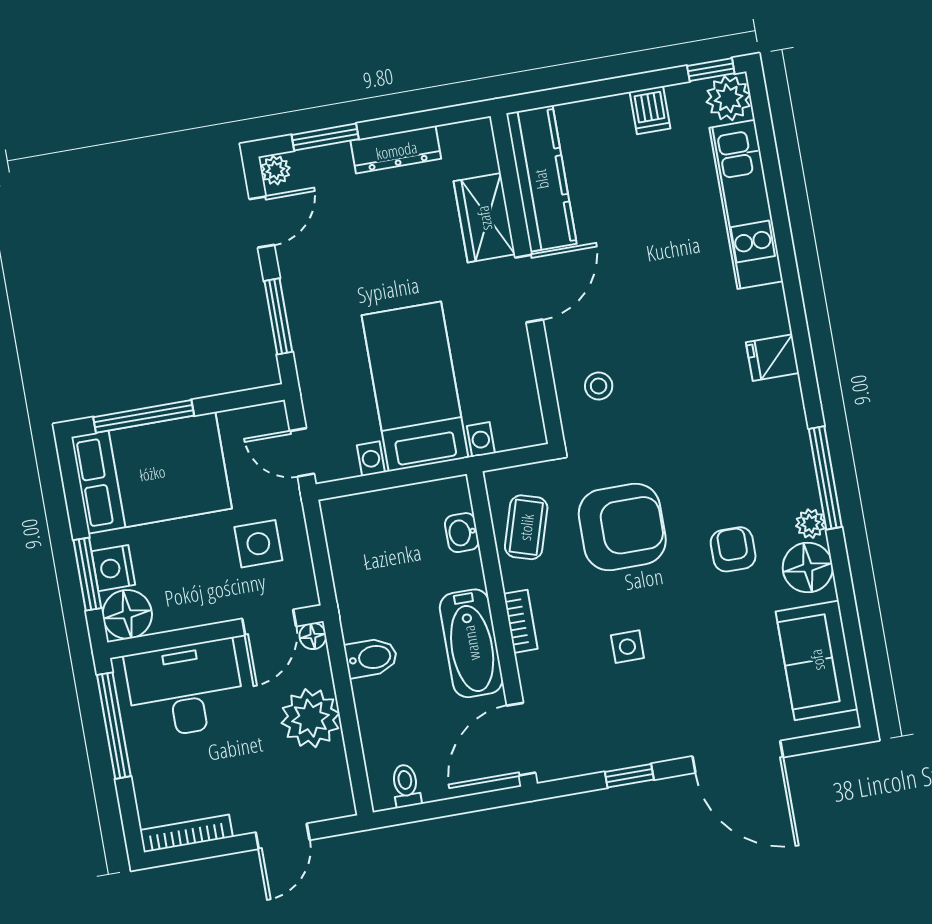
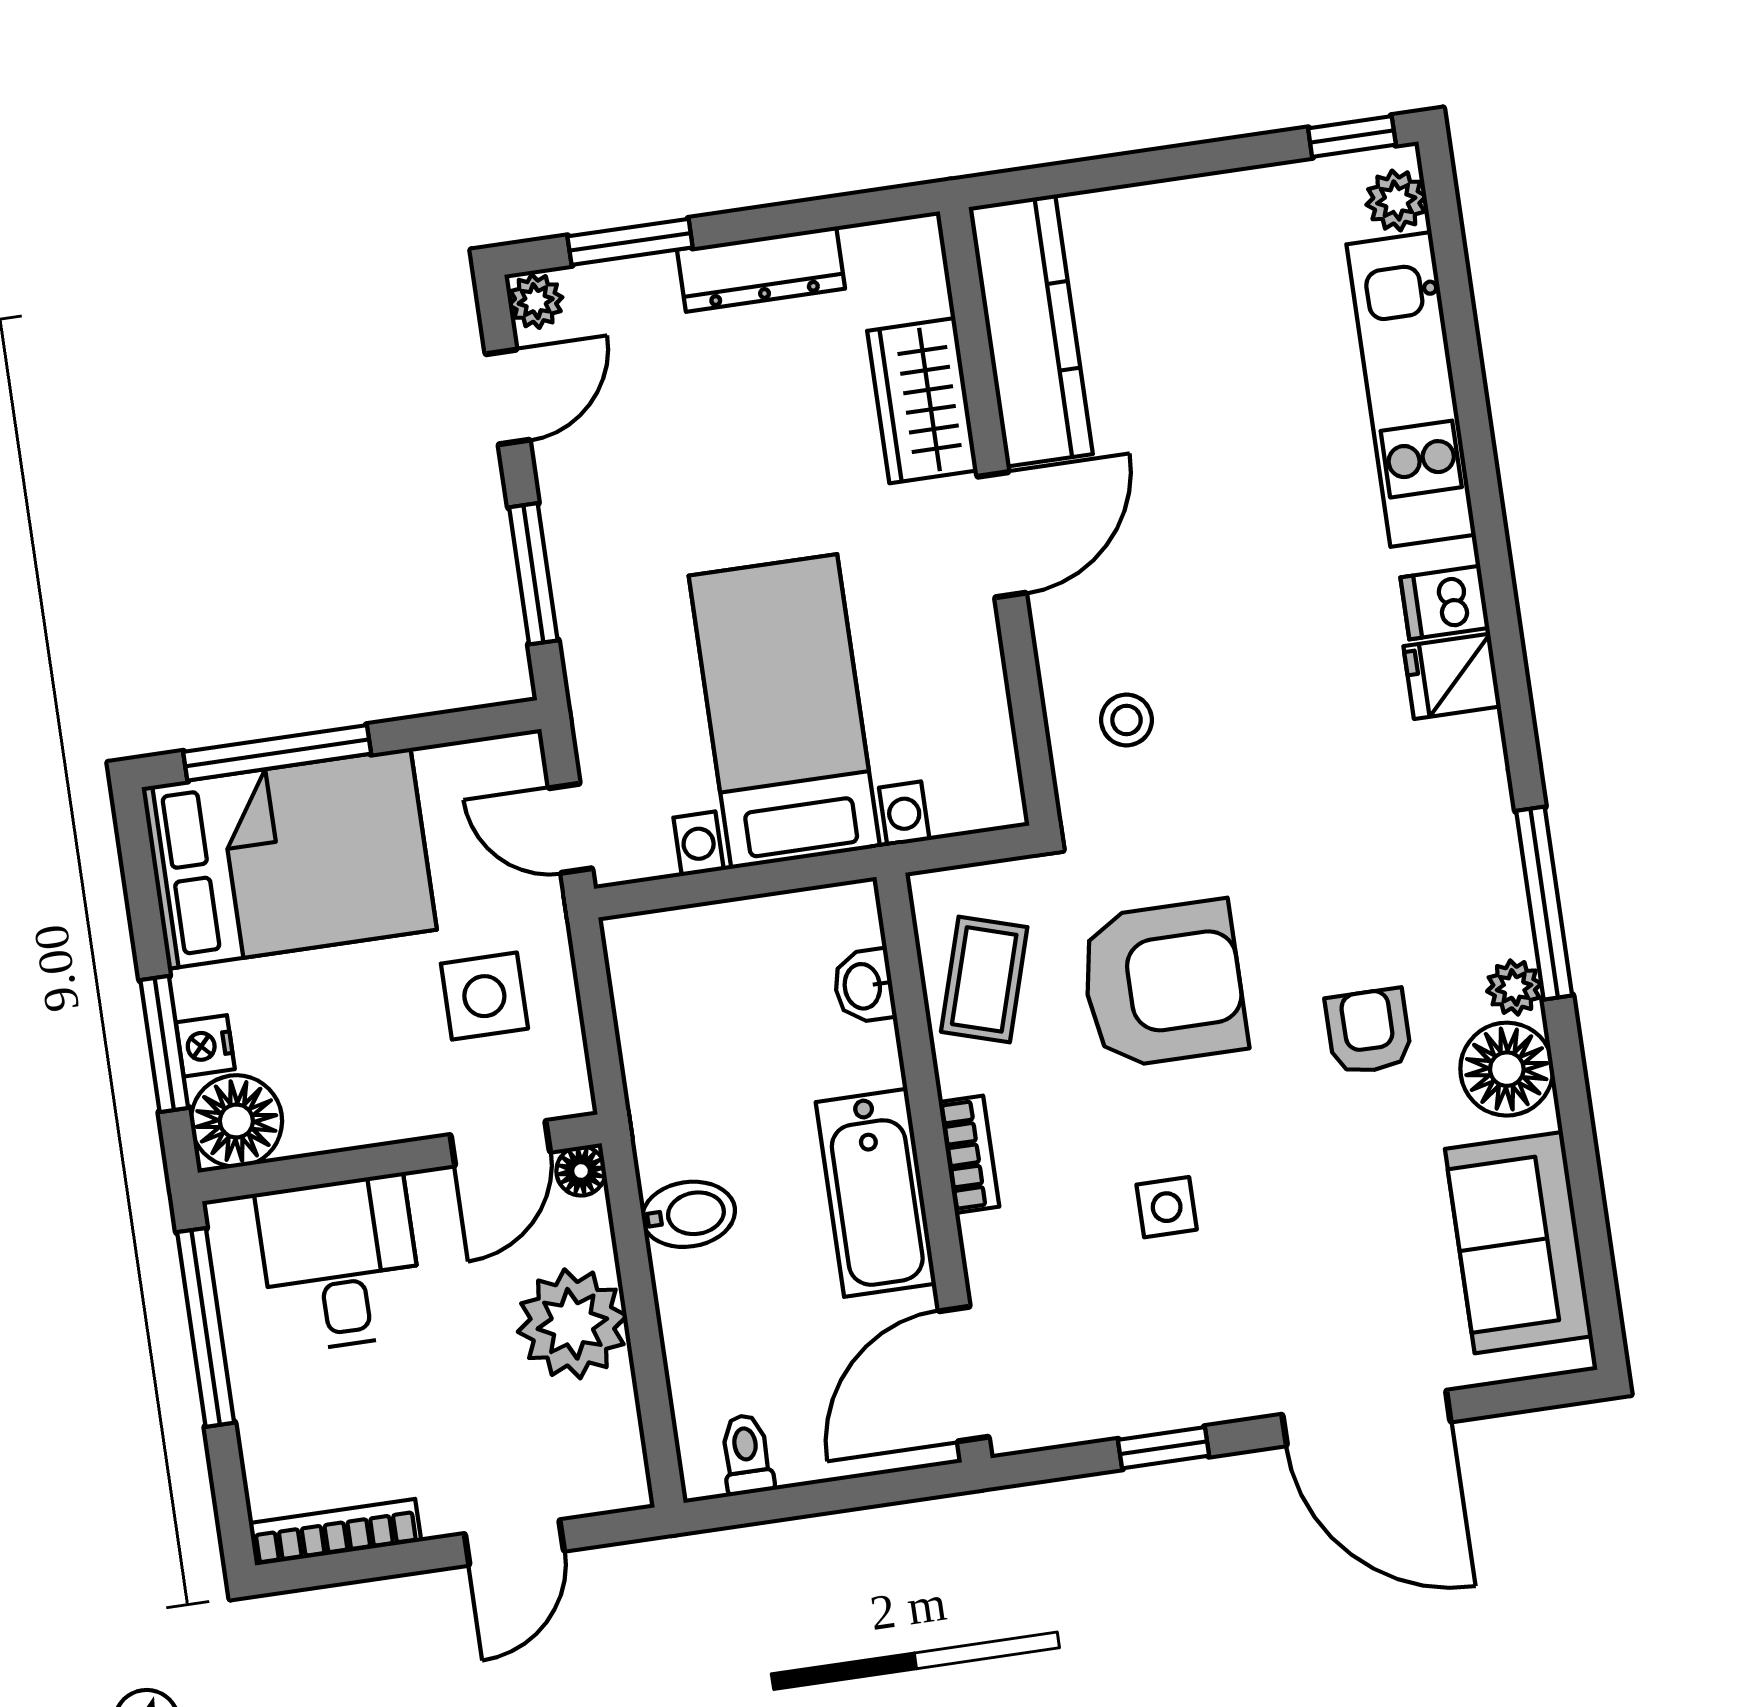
plant: (728, 98) -> (1396, 200), width x0.73, depth x0.73
dishwasher: (650, 110) -> (1445, 603), moved, turned 90
nightstand: (113, 568) -> (205, 1046), width x0.72, depth x0.74
desk: (185, 689) -> (340, 1263), width x0.73

